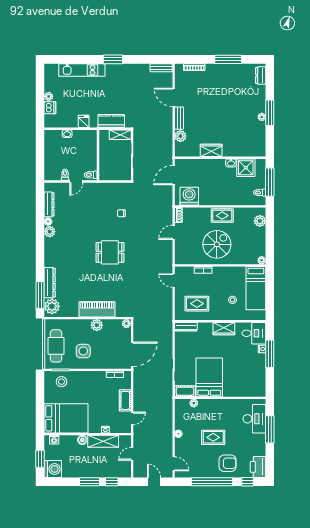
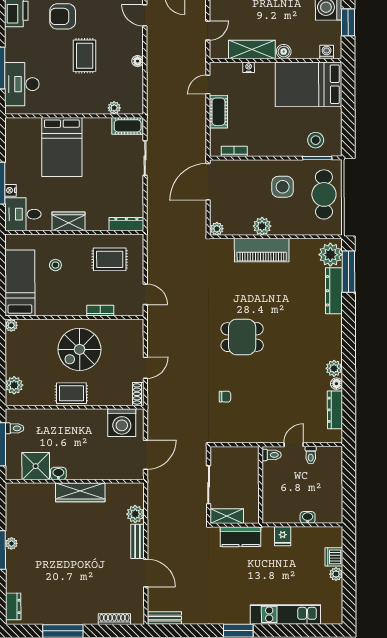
wardrobe: (211, 150) -> (80, 492), width x1.50
bed: (209, 377) -> (62, 147), moved
rug: (213, 437) -> (85, 56), turned 90

